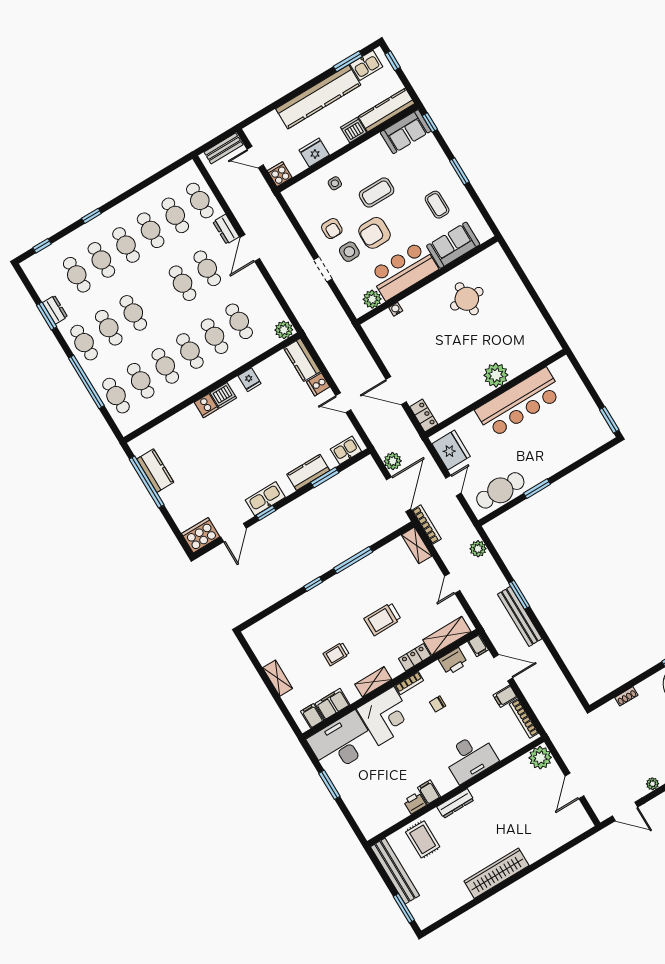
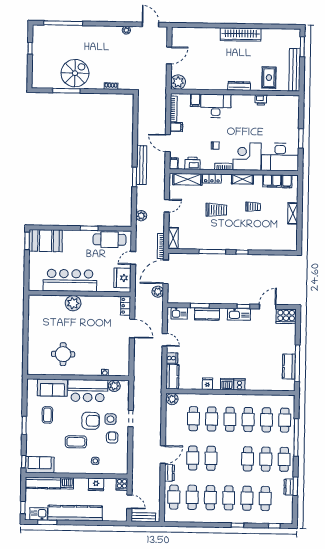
booth: (585, 436) -> (46, 241), added
filing cabinet: (429, 792) -> (195, 100), moved

